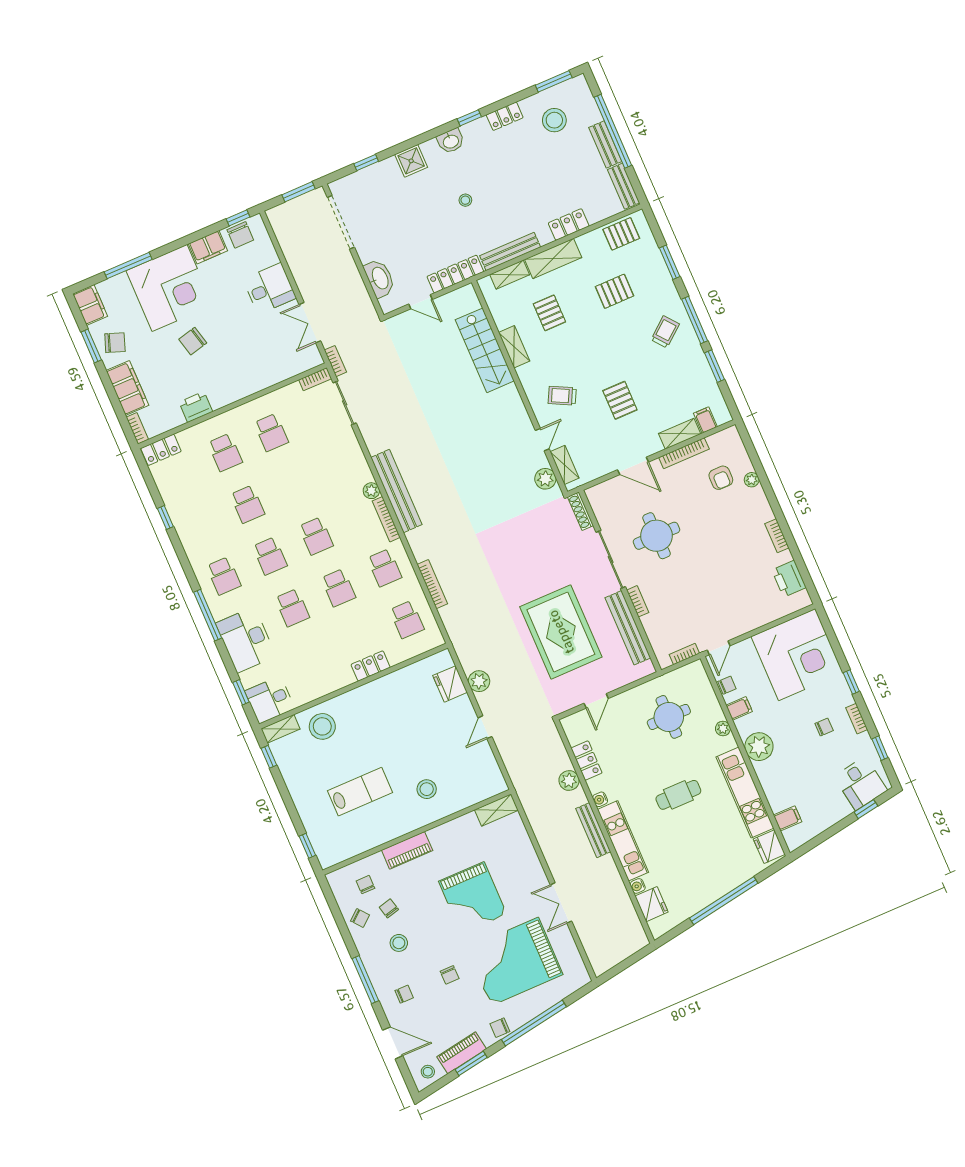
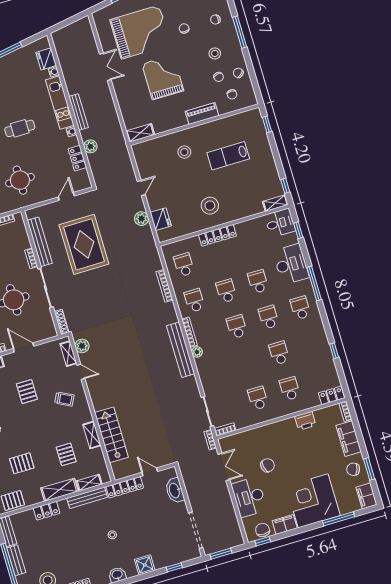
desk: (270, 289) -> (249, 497), width x1.37
chair: (193, 341) -> (267, 465), moved
door: (542, 440) -> (81, 372), swing flipped
locker: (371, 666) -> (217, 235), width x1.53
stool: (322, 726) -> (210, 206), moved

